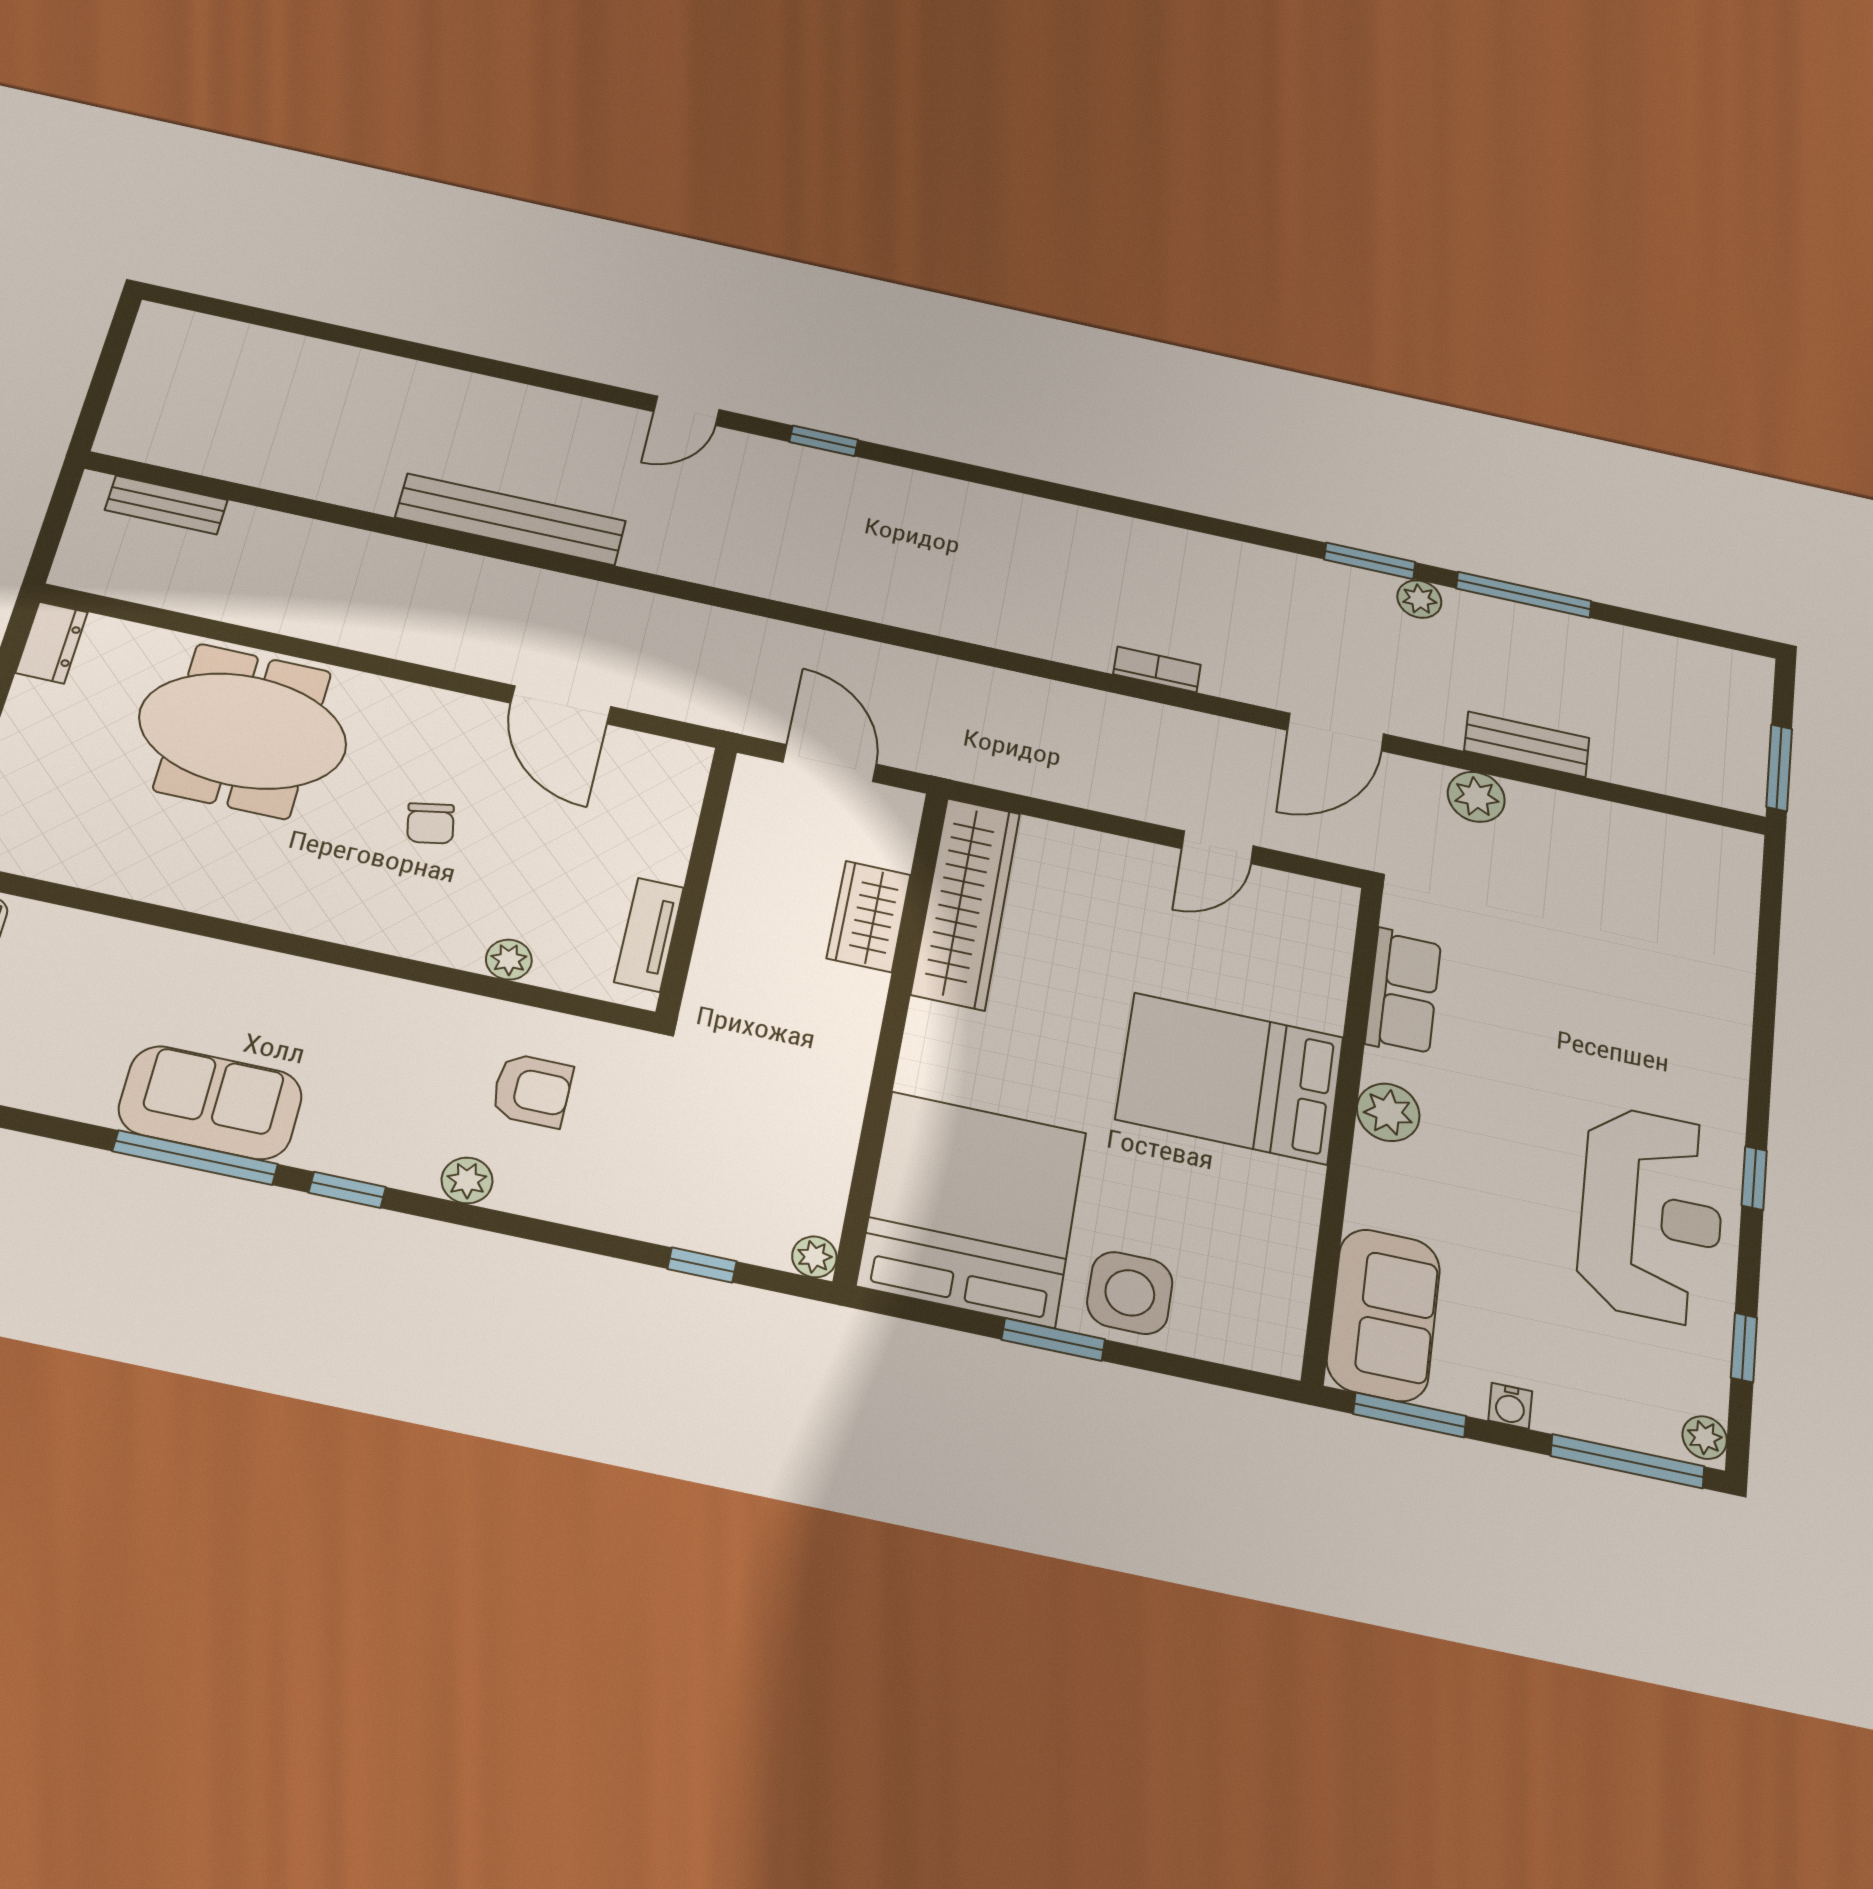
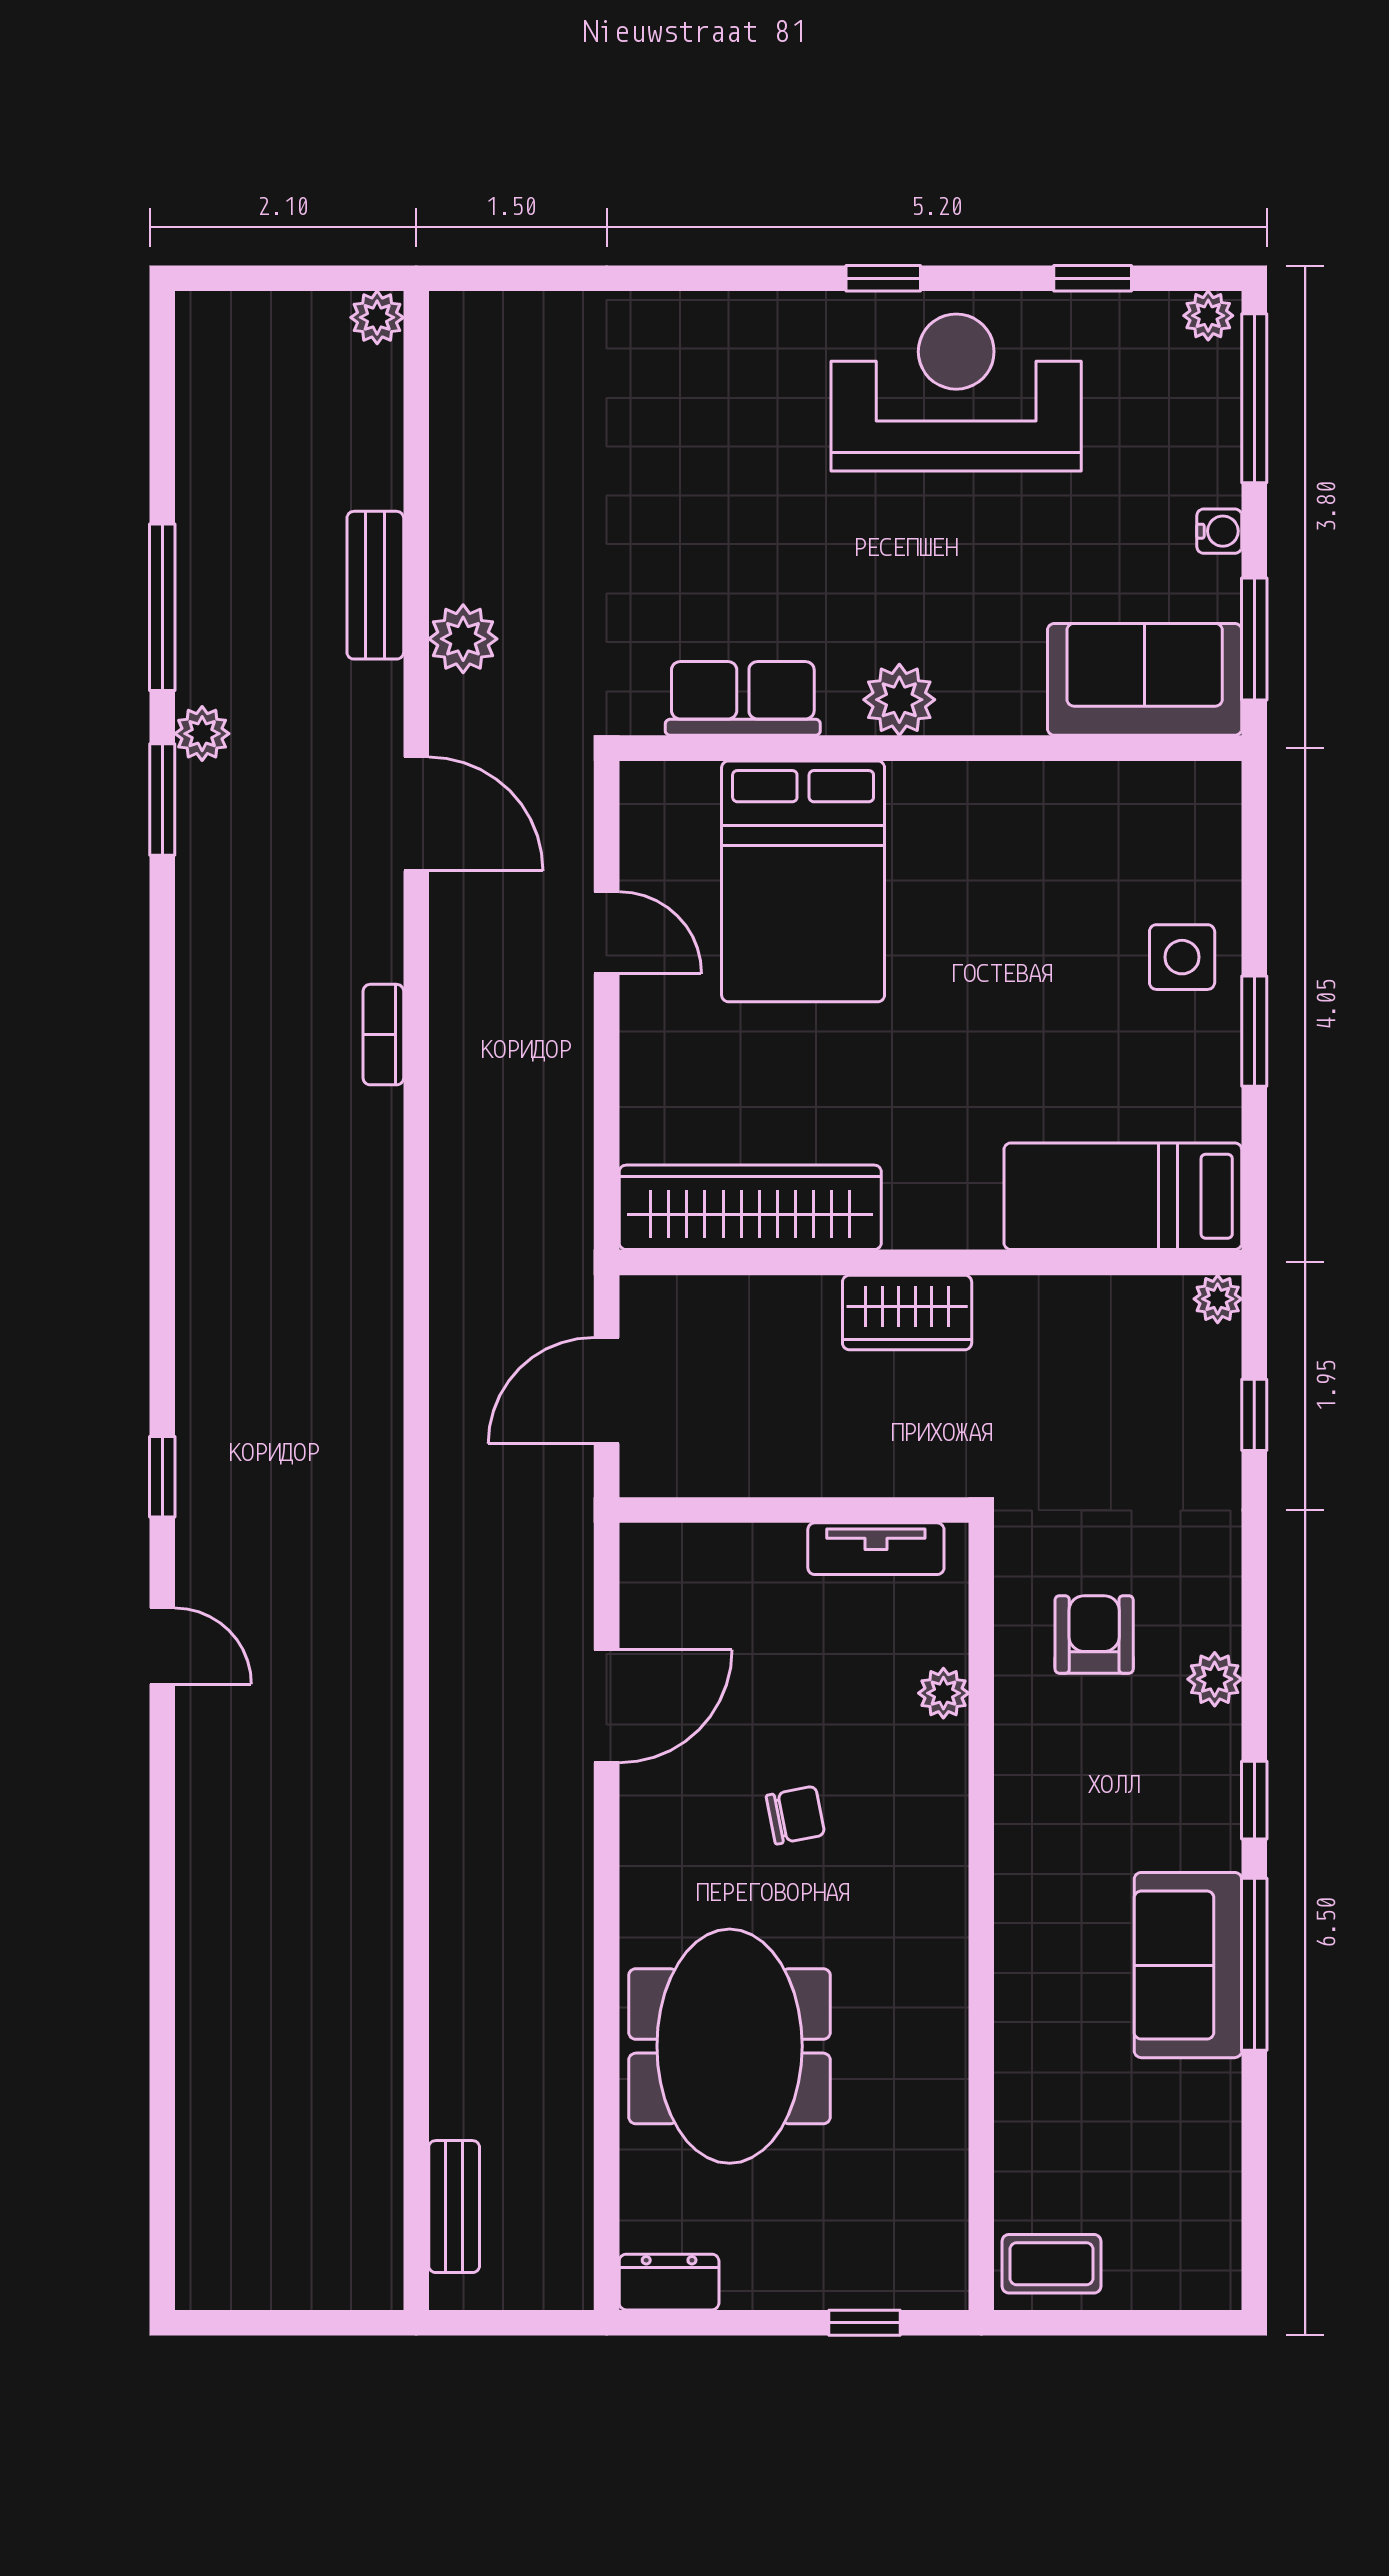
bench: (511, 519) -> (371, 1816), removed
window: (1779, 768) -> (331, 278), removed
plant: (1745, 793) -> (377, 317), added
wardrobe: (869, 916) -> (907, 1312), moved
bed: (1230, 1078) -> (803, 881), moved
bed: (972, 1209) -> (1123, 1196), width x0.49
side table: (1130, 1293) -> (1182, 957), width x0.73, depth x0.73

